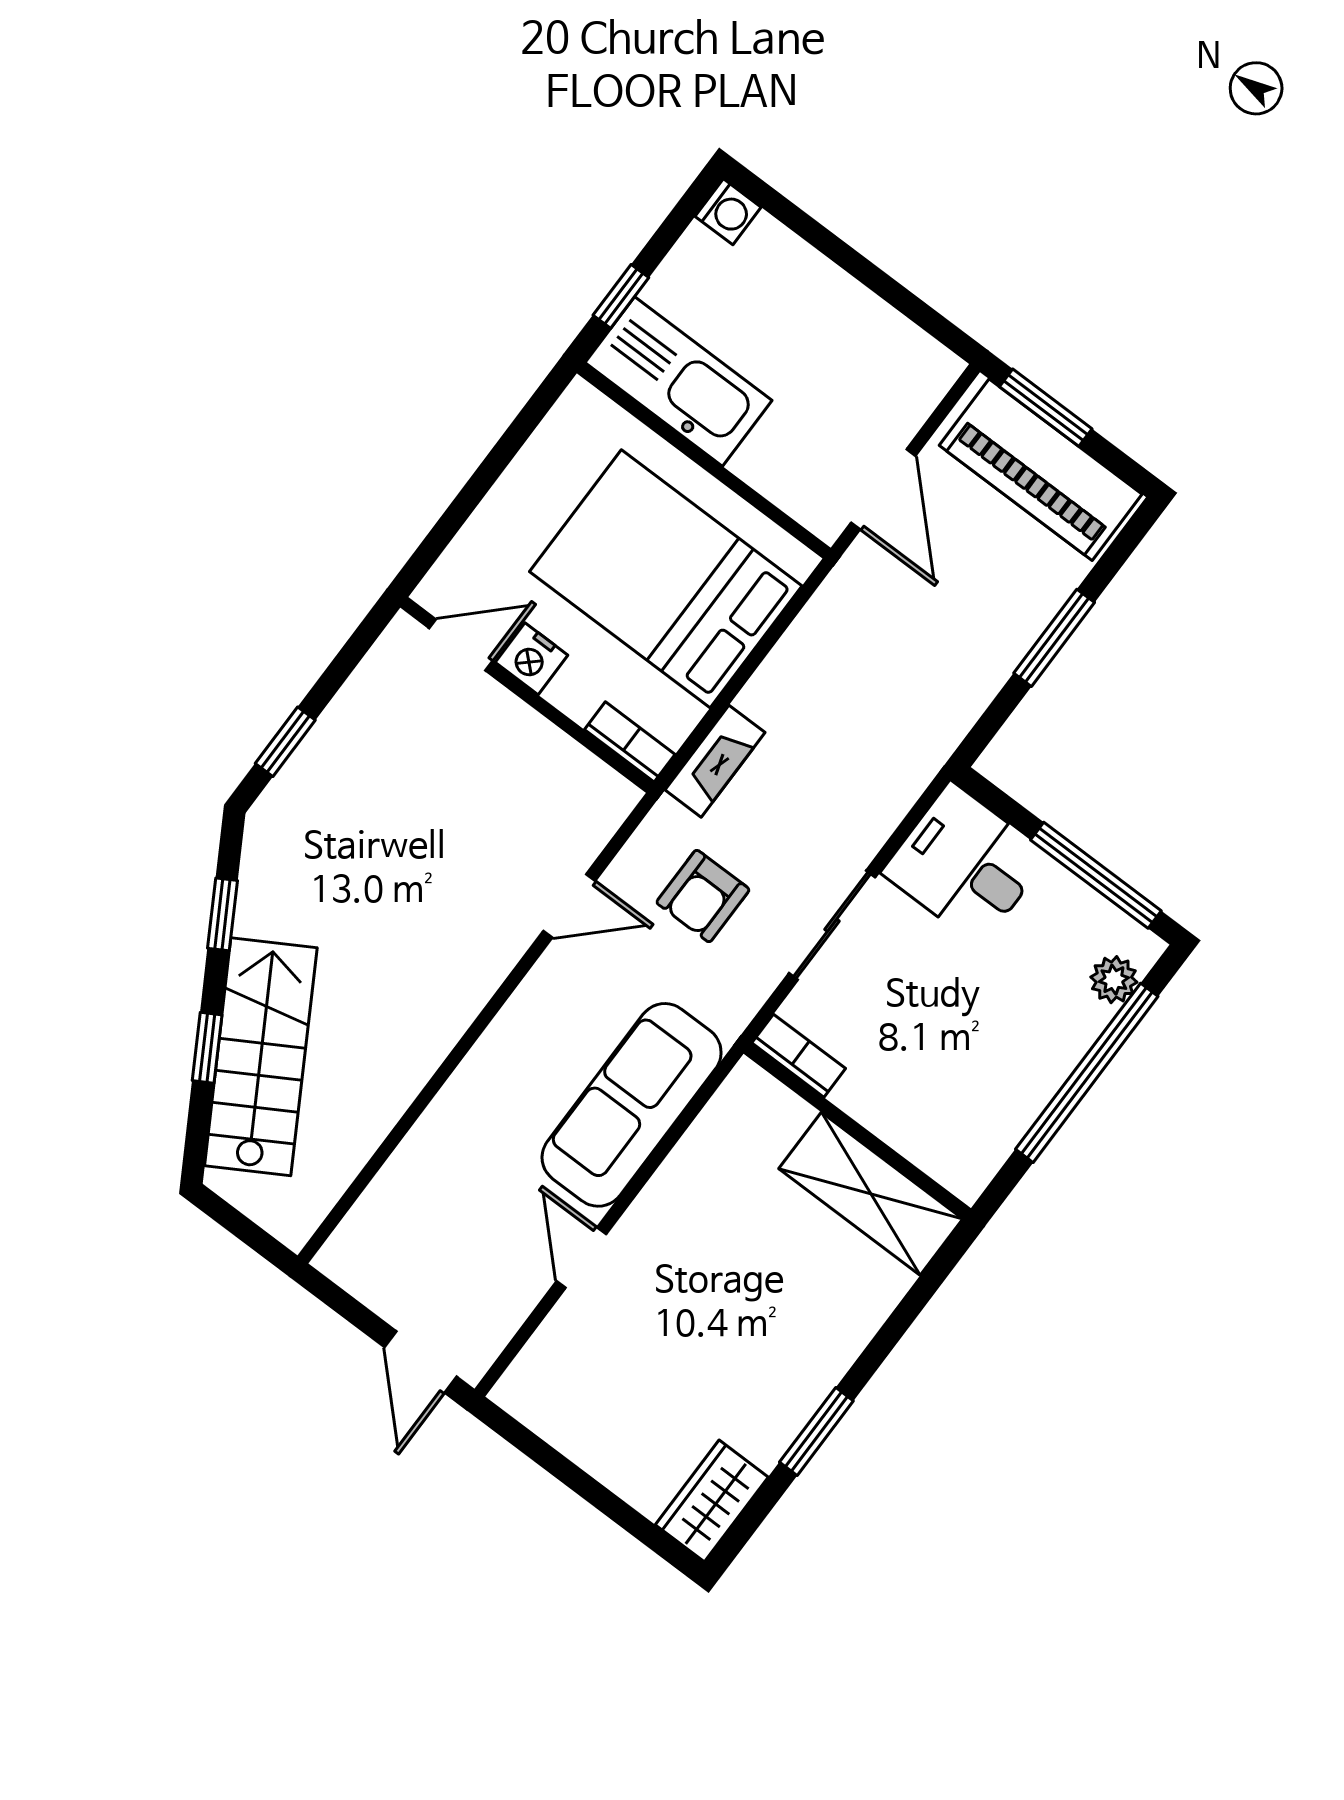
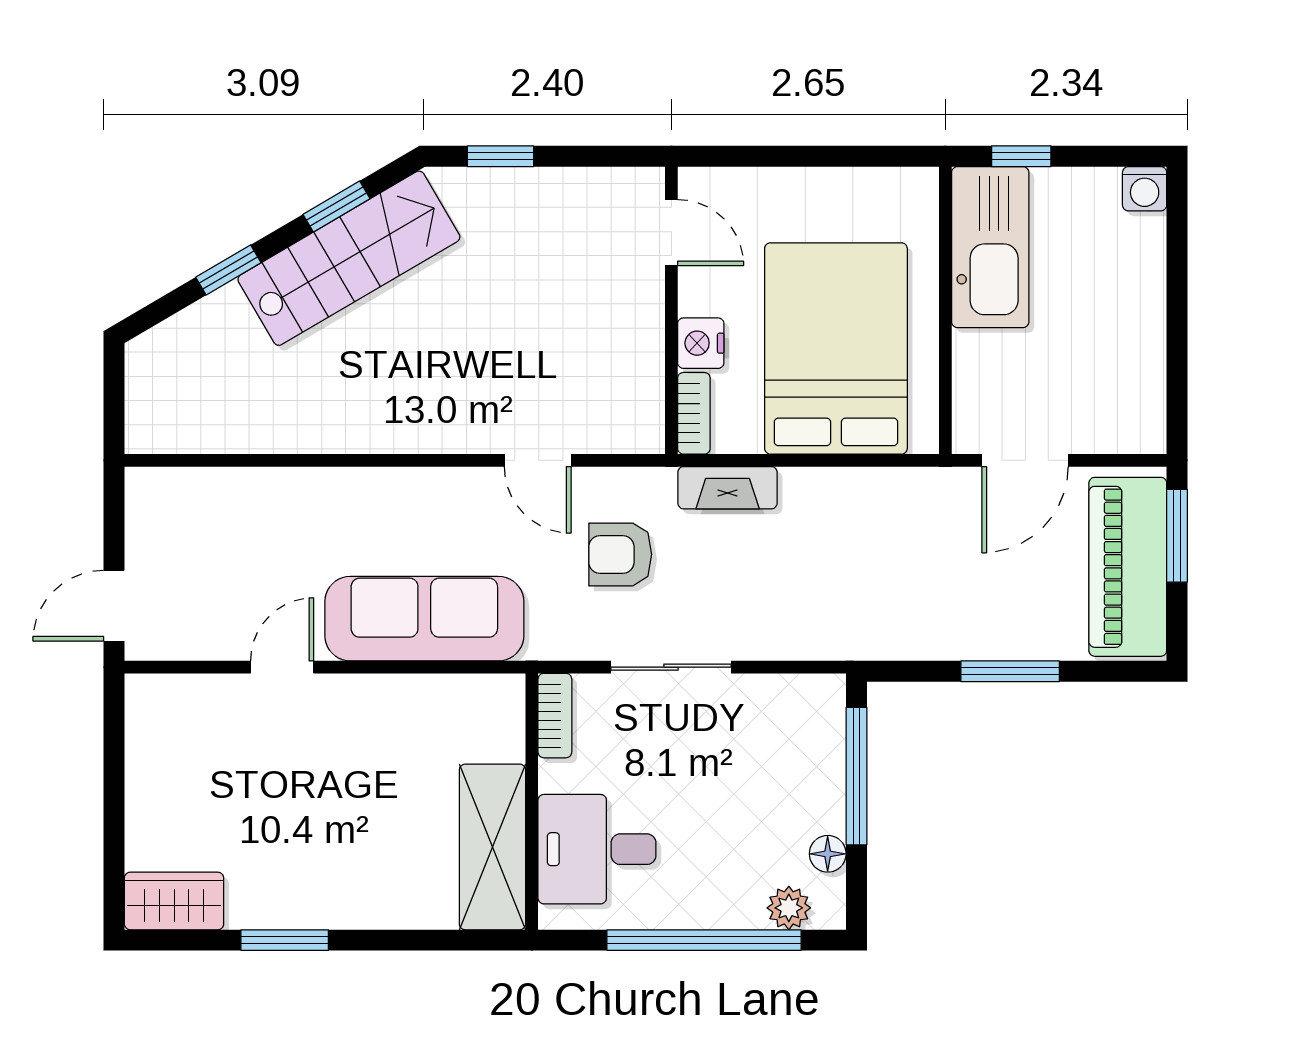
nightstand: (532, 659) -> (701, 343), moved
desk: (965, 864) -> (597, 849), moved, turned -90
window: (1096, 875) -> (856, 776), moved
floor lamp: (1093, 911) -> (828, 854), added
stairs: (261, 1057) -> (349, 258), moved

